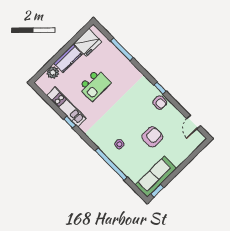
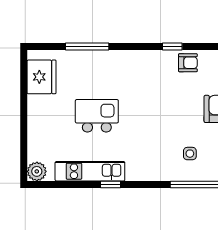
kitchen counter: (68, 58) -> (38, 116), removed
plant: (53, 72) -> (37, 171), moved
kitchen island: (95, 85) -> (97, 116), turned -90

